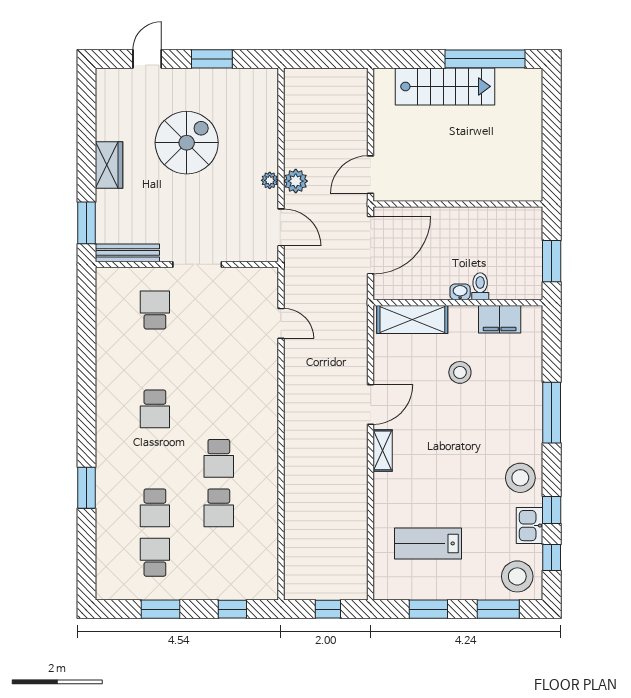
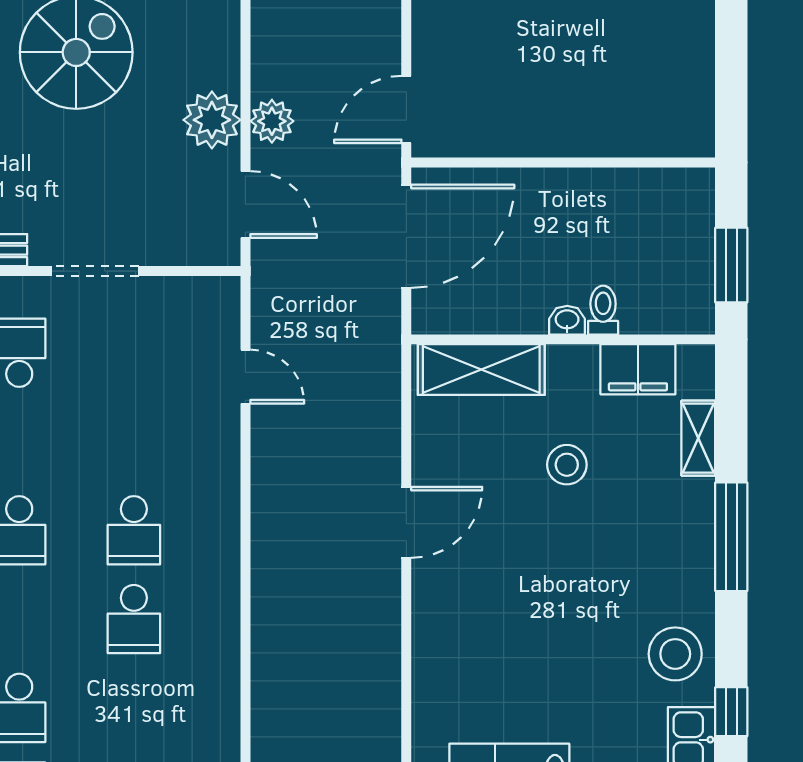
plant: (270, 180) -> (212, 120), width x1.87, depth x1.87
shelving: (383, 450) -> (698, 438), moved
school desk: (219, 508) -> (134, 530), moved

